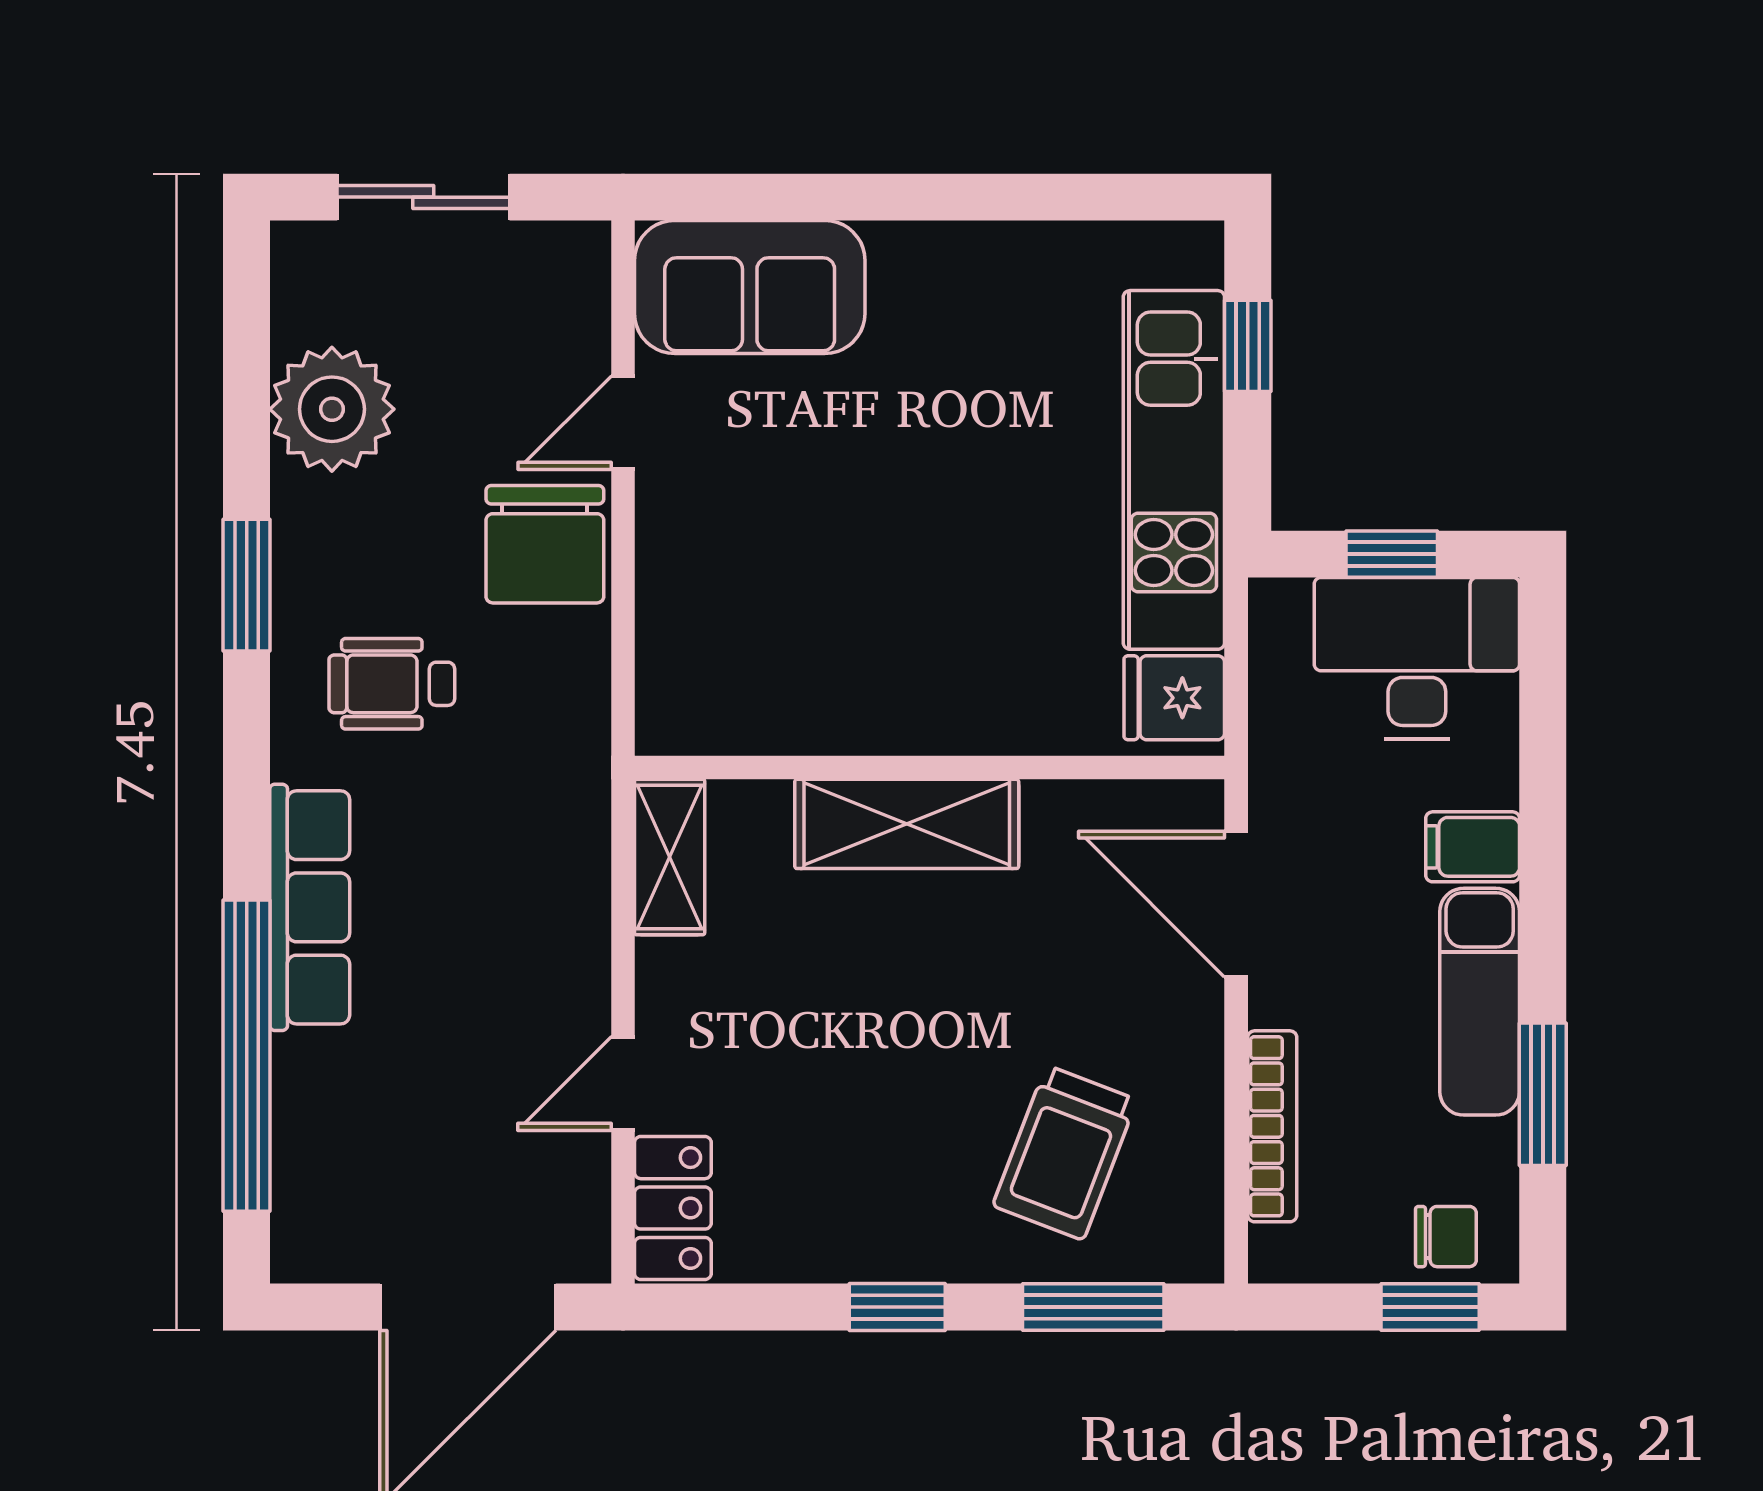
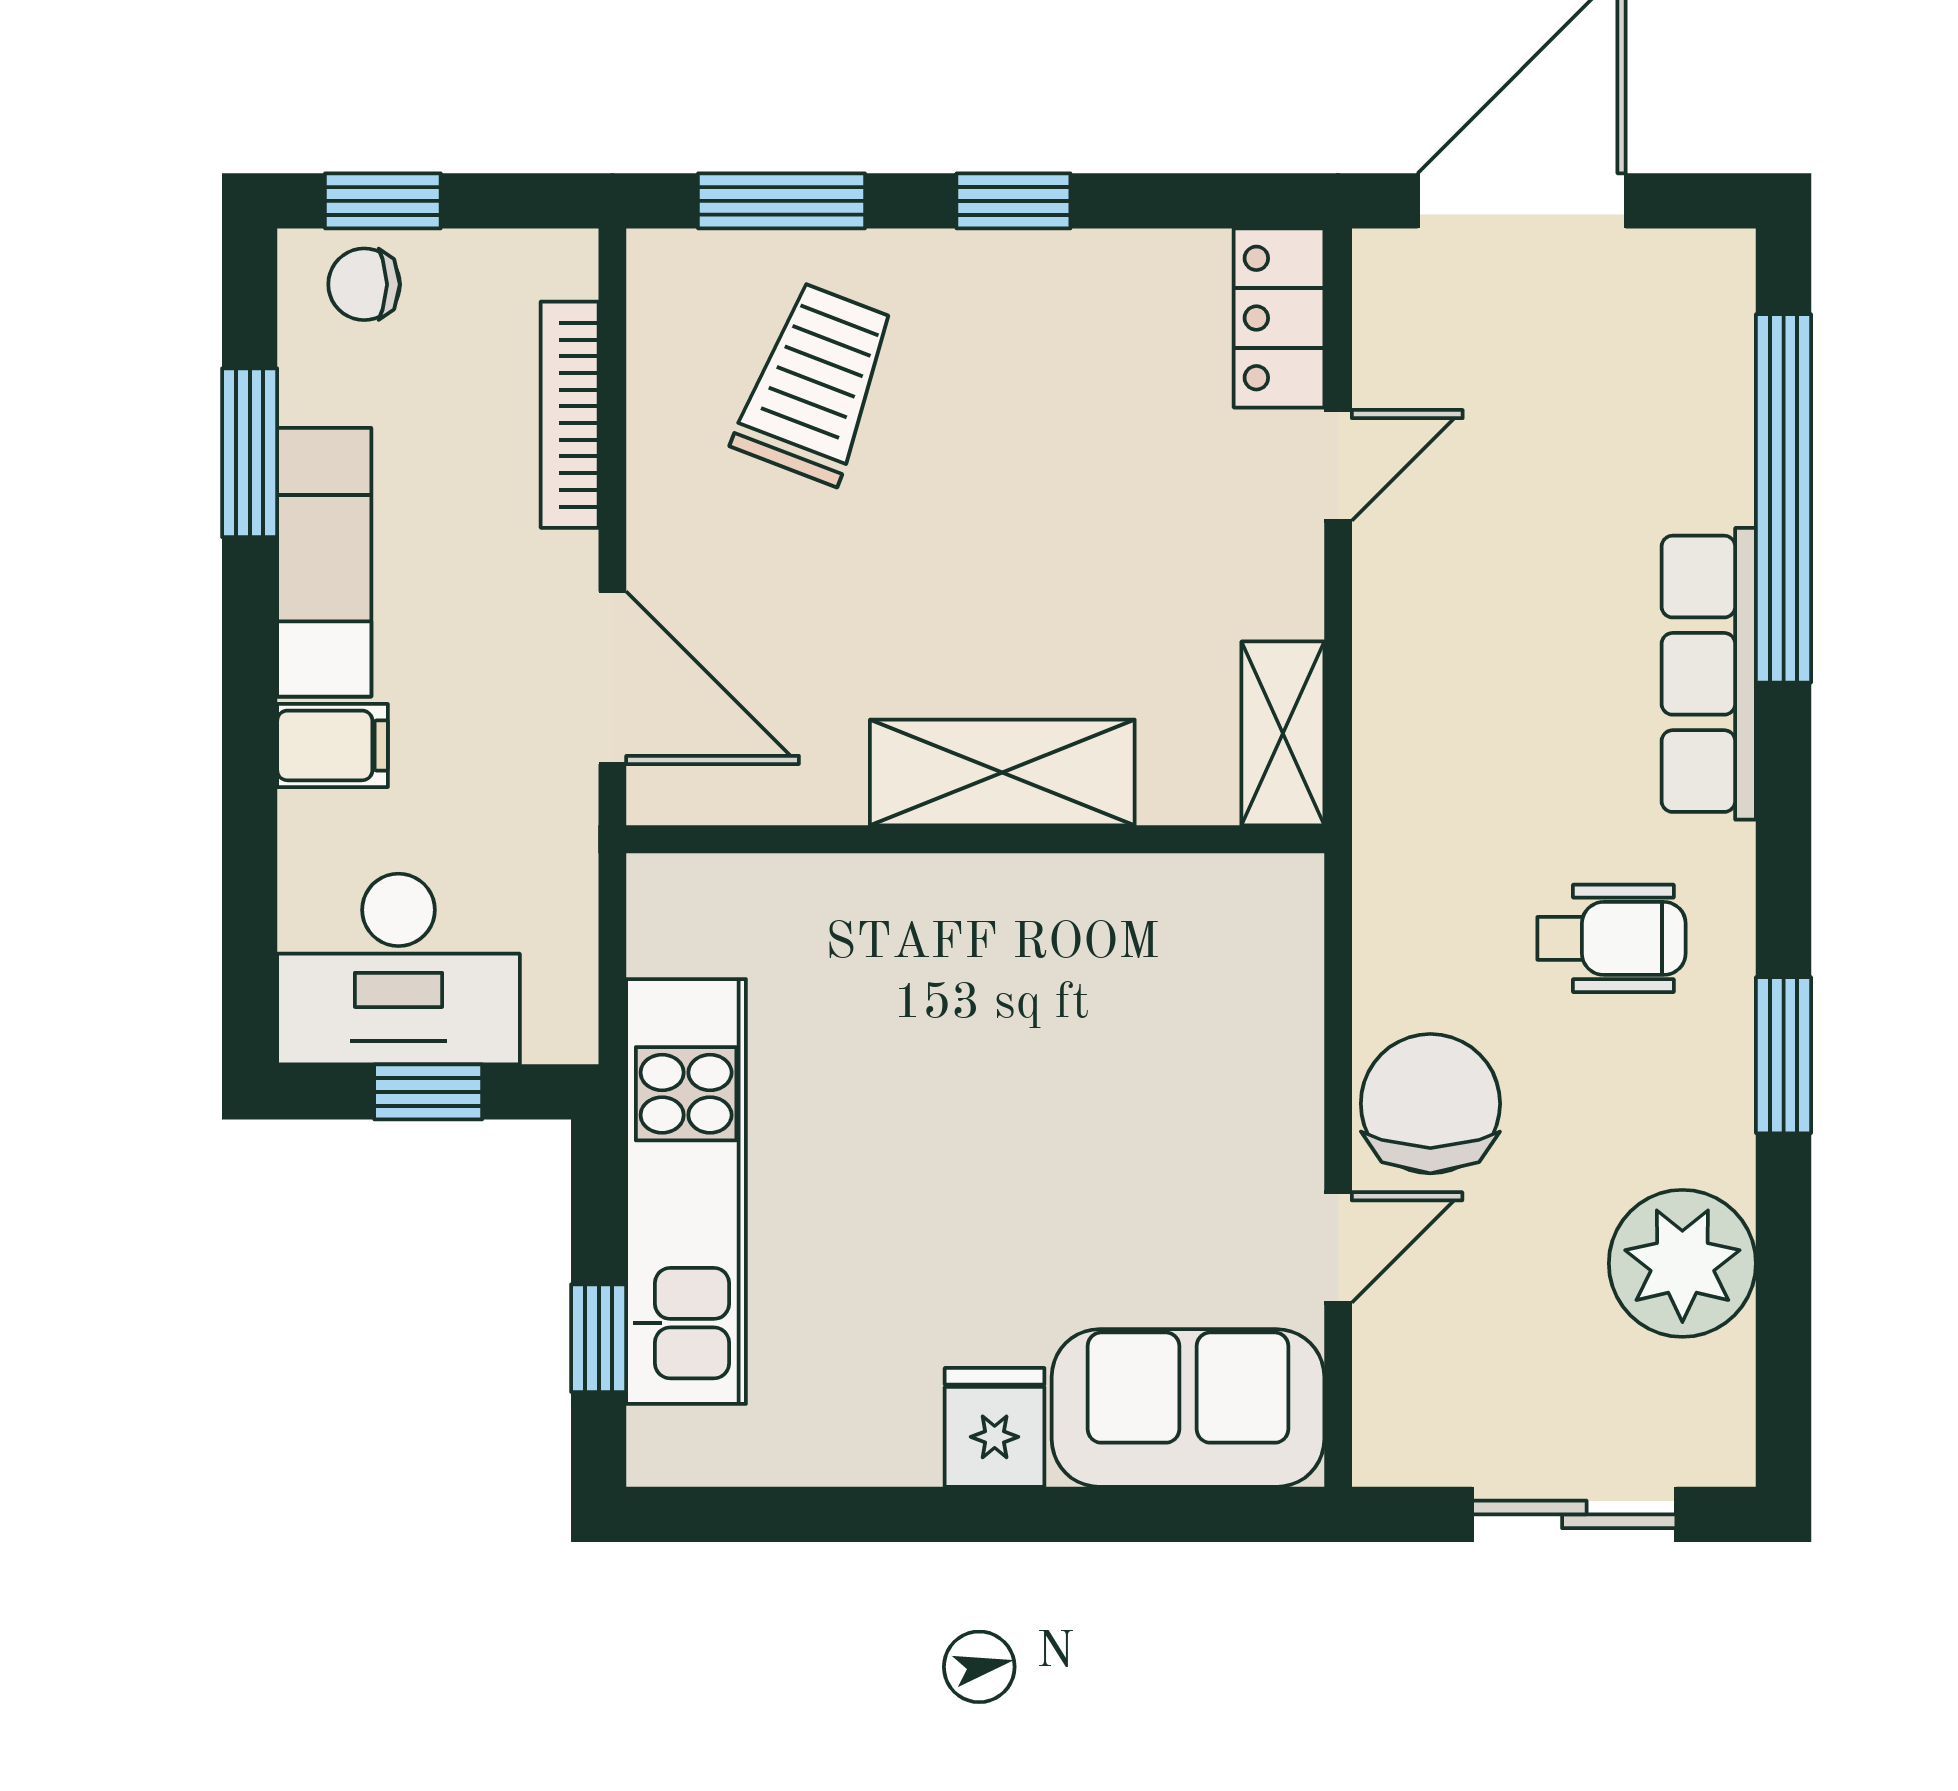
fridge: (1174, 698) -> (995, 1427), moved, turned -90

